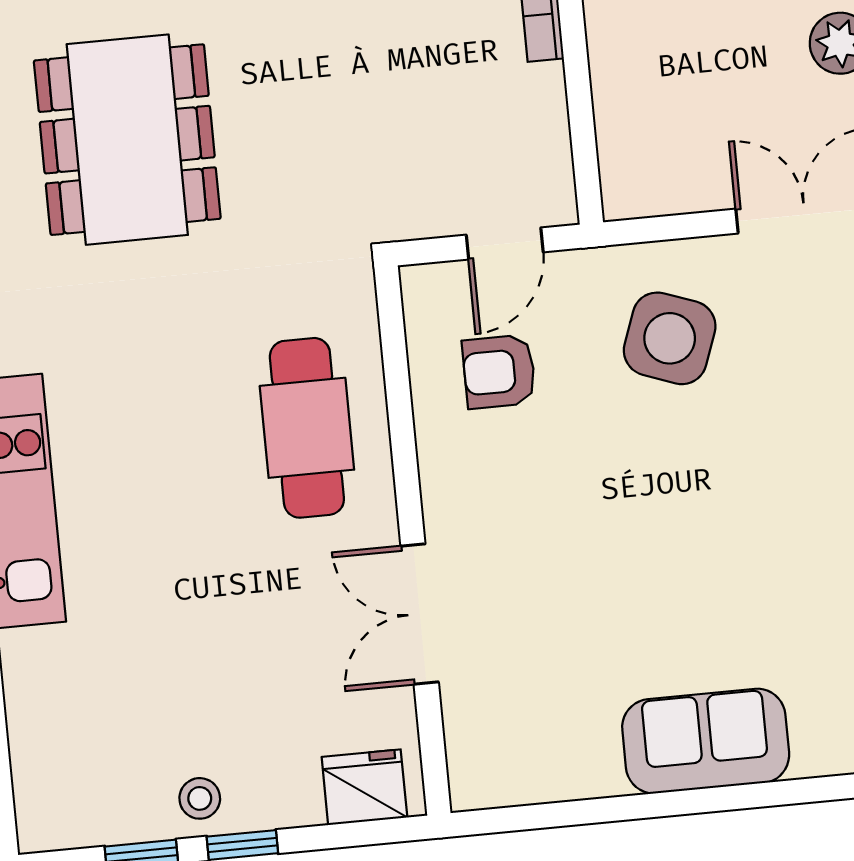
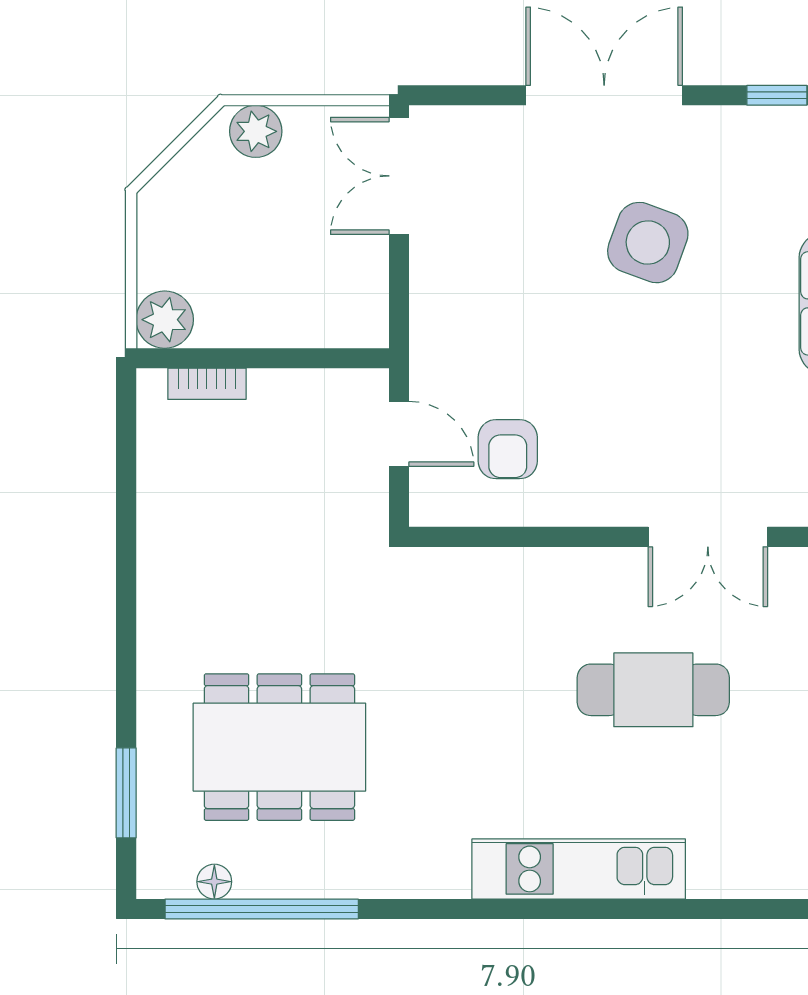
side table: (670, 338) -> (648, 243), moved
cafe table: (307, 428) -> (653, 690), moved

